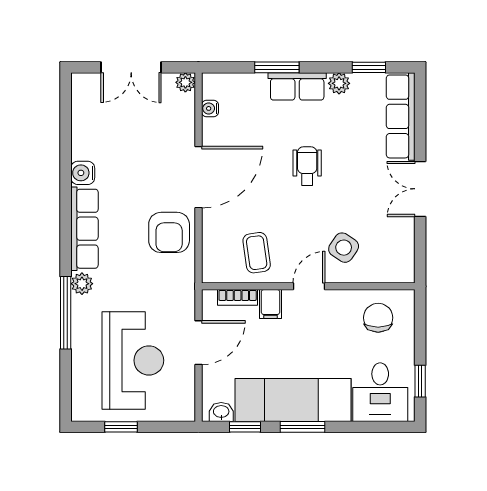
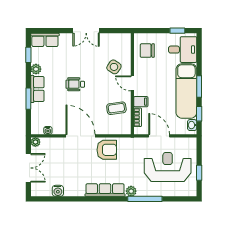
row of seats: (401, 116) -> (45, 40), width x0.68
water cooler: (83, 173) -> (58, 191), moved

